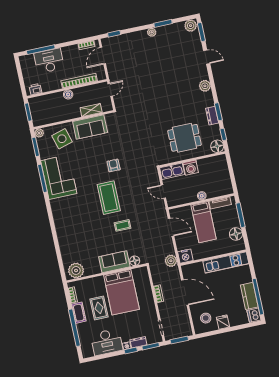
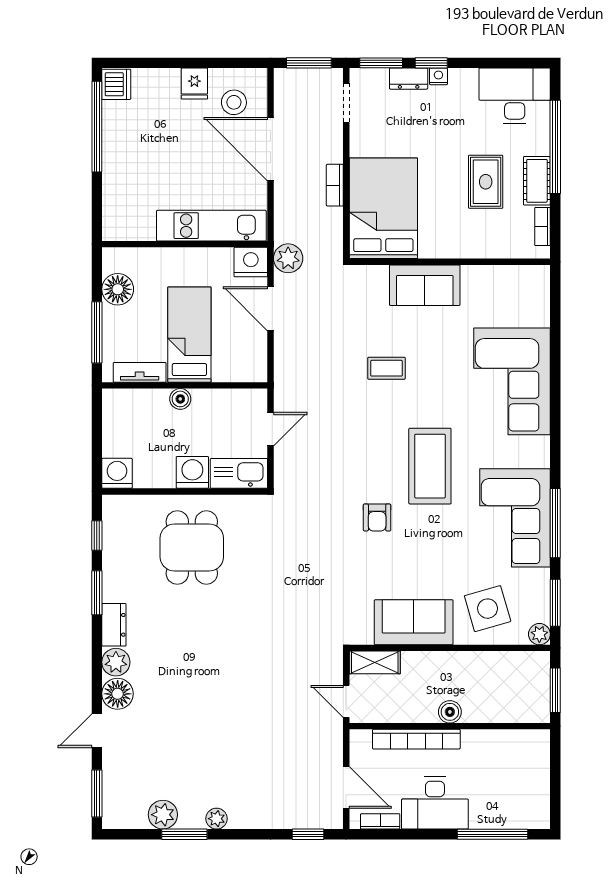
plant: (191, 26) -> (163, 815), moved
door: (103, 56) -> (346, 788), hinge flipped
door: (207, 57) -> (97, 731), hinge flipped
desk: (49, 61) -> (435, 803), moved
printer: (35, 89) -> (526, 742), removed
door: (110, 90) -> (346, 701), hinge flipped
shelving: (91, 110) -> (375, 662), moved
dresser: (212, 116) -> (114, 625), moved
dining table: (185, 138) -> (192, 547), turned 90
floor lamp: (217, 146) -> (118, 694), moved
washing machine: (221, 161) -> (117, 473), added
door: (163, 191) -> (271, 429), hinge flipped
coffee table: (109, 198) -> (430, 466), moved
door: (171, 227) -> (271, 309), moved
corner sofa: (72, 231) -> (512, 381), added
floor lamp: (135, 261) -> (375, 277), removed
kitchen unit: (226, 263) -> (211, 226), moved
plant: (76, 270) -> (522, 284), removed
bed: (121, 292) -> (383, 208), moved
door: (185, 292) -> (271, 149), moved
kitchen counter: (249, 296) -> (118, 133), removed
desk: (107, 342) -> (515, 96), moved

